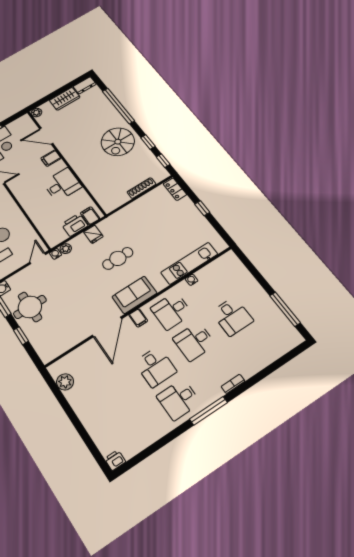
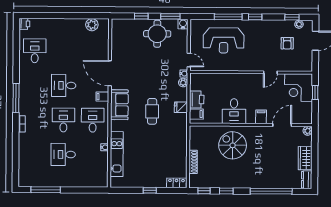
spiral stairs: (118, 142) -> (233, 145), moved
desk: (179, 399) -> (35, 51), moved

